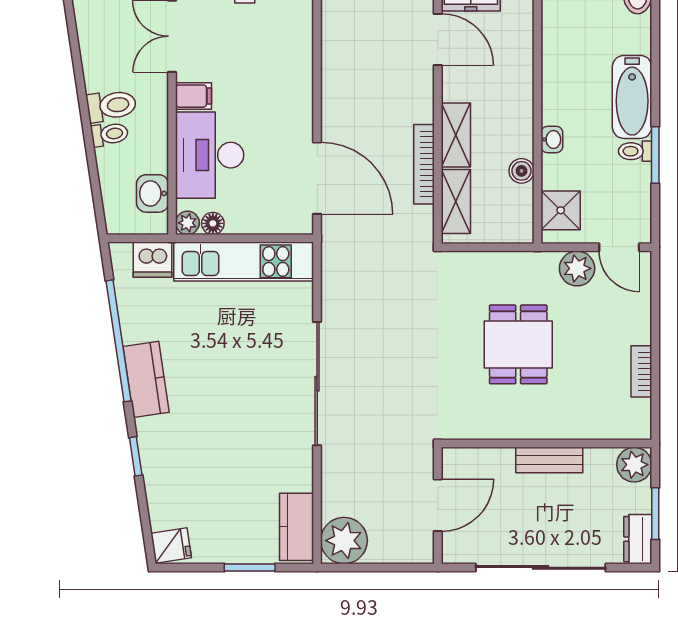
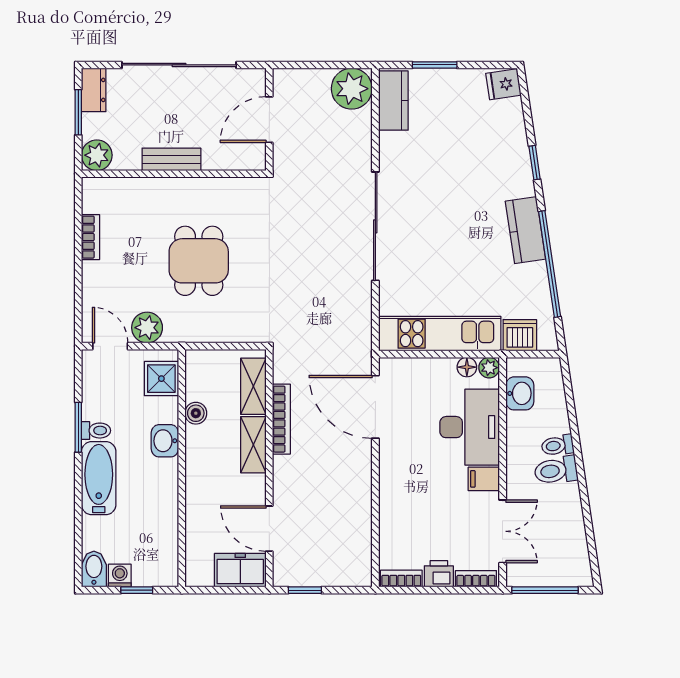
washbasin: (552, 139) -> (165, 441), width x1.38, depth x1.45

